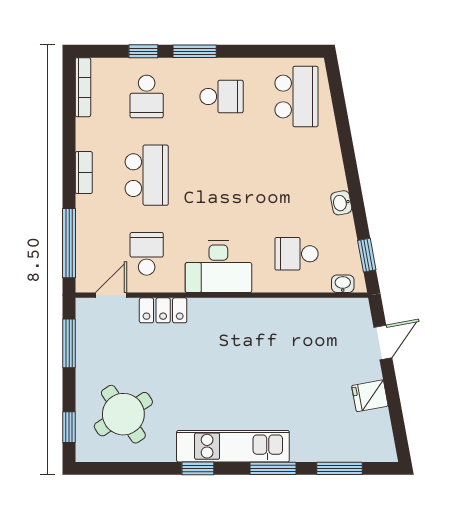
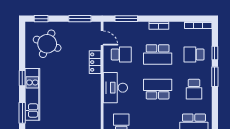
school desk: (222, 175) -> (158, 89), added
window: (69, 243) -> (126, 19), width x0.69
round table: (123, 414) -> (47, 44), turned -35

